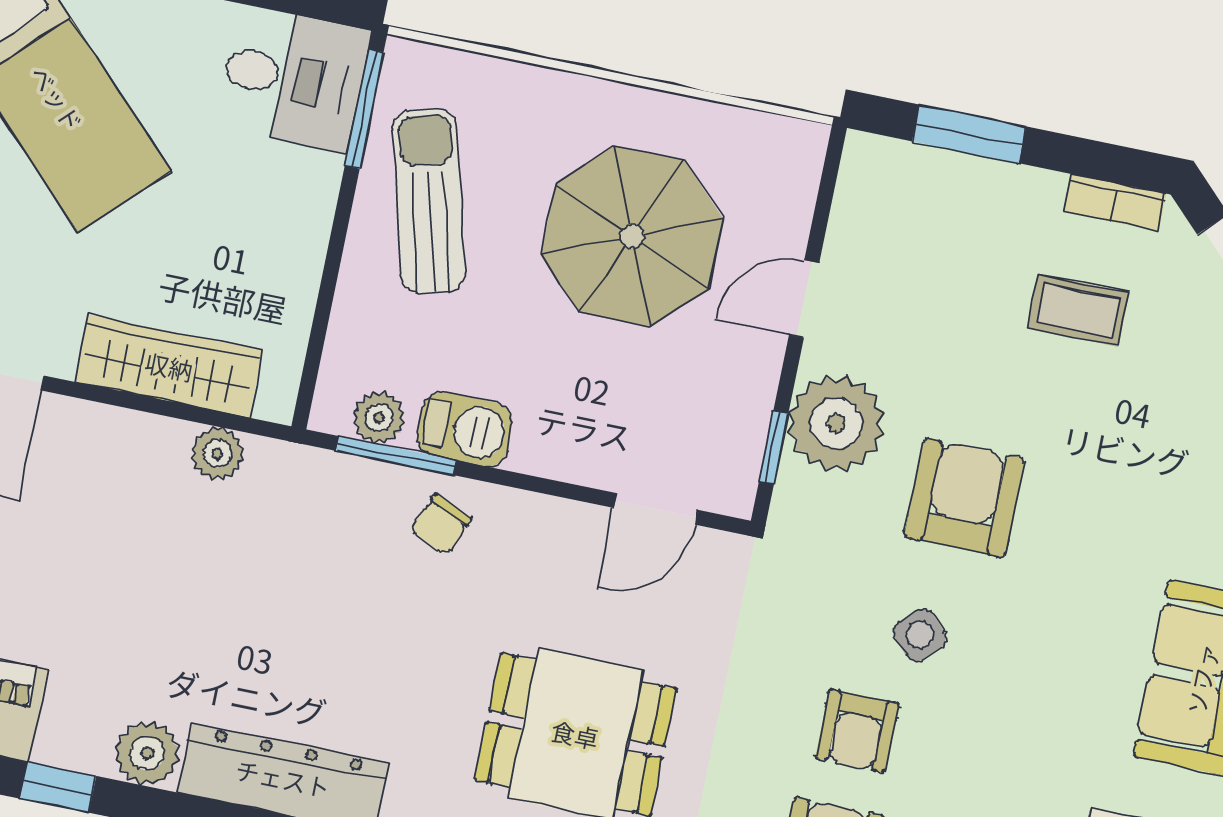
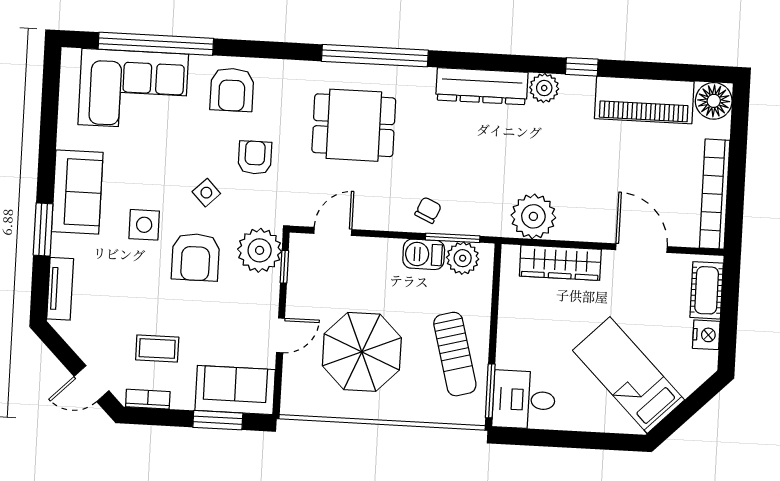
sofa: (921, 194) -> (235, 390), added
plant: (379, 418) -> (463, 258), width x1.38, depth x1.38
plant: (836, 423) -> (260, 250), moved
plant: (217, 454) -> (533, 216), width x1.87, depth x1.87
side table: (1066, 585) -> (144, 225), added
armchair: (857, 731) -> (255, 158), moved

